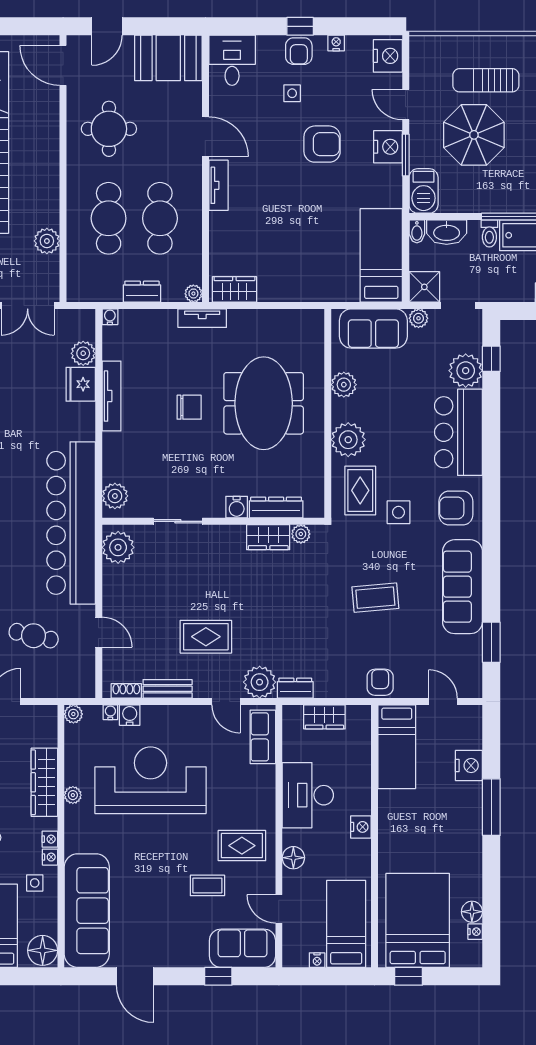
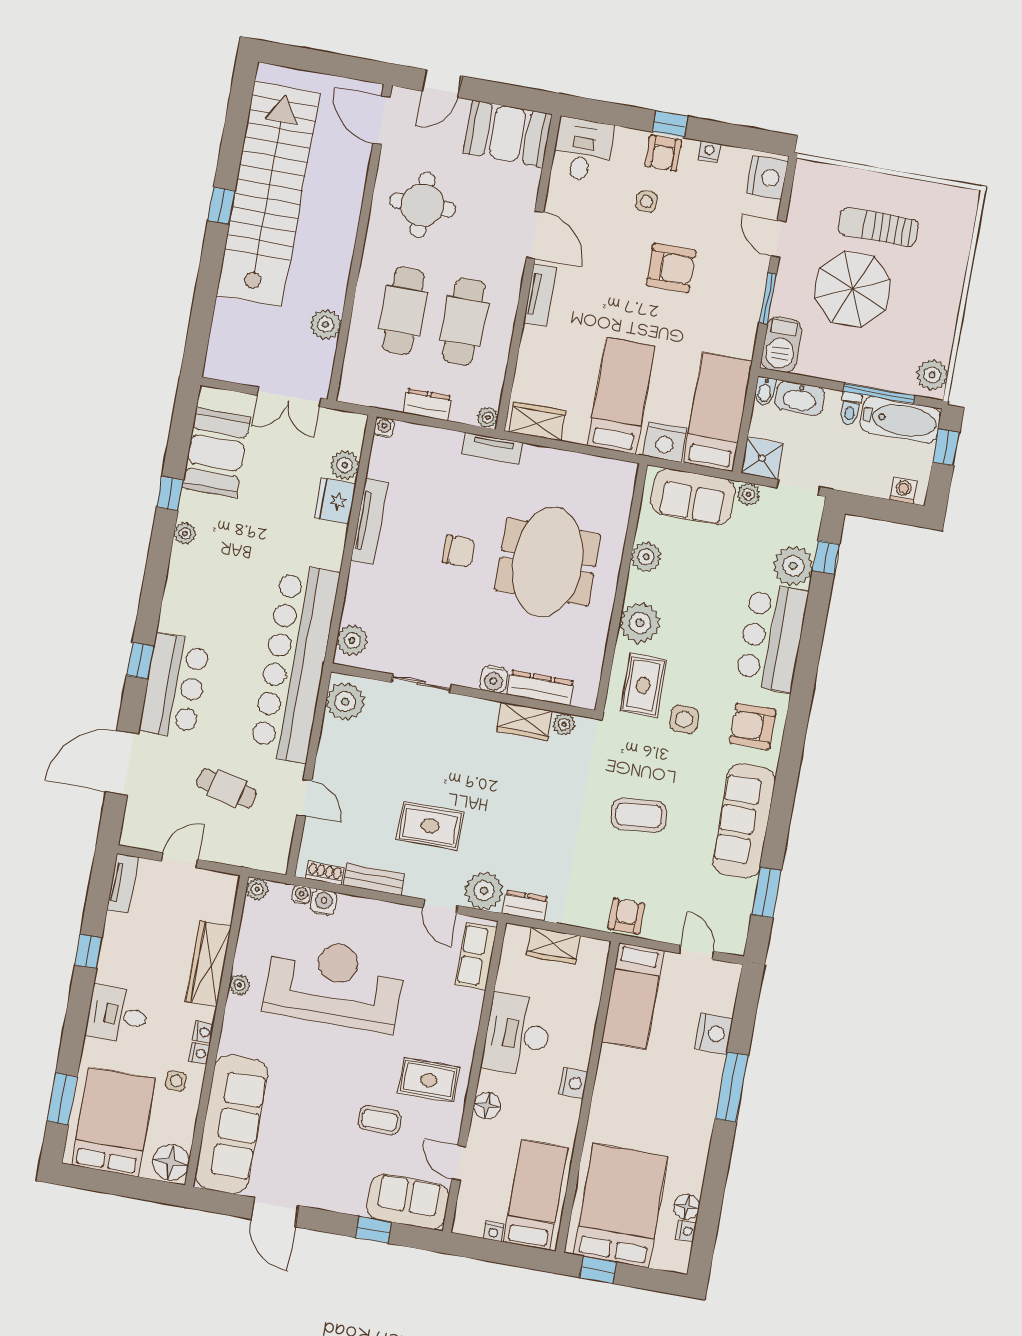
nightstand: (388, 147) -> (665, 442), moved, turned 90
bed: (300, 256) -> (621, 396), added

